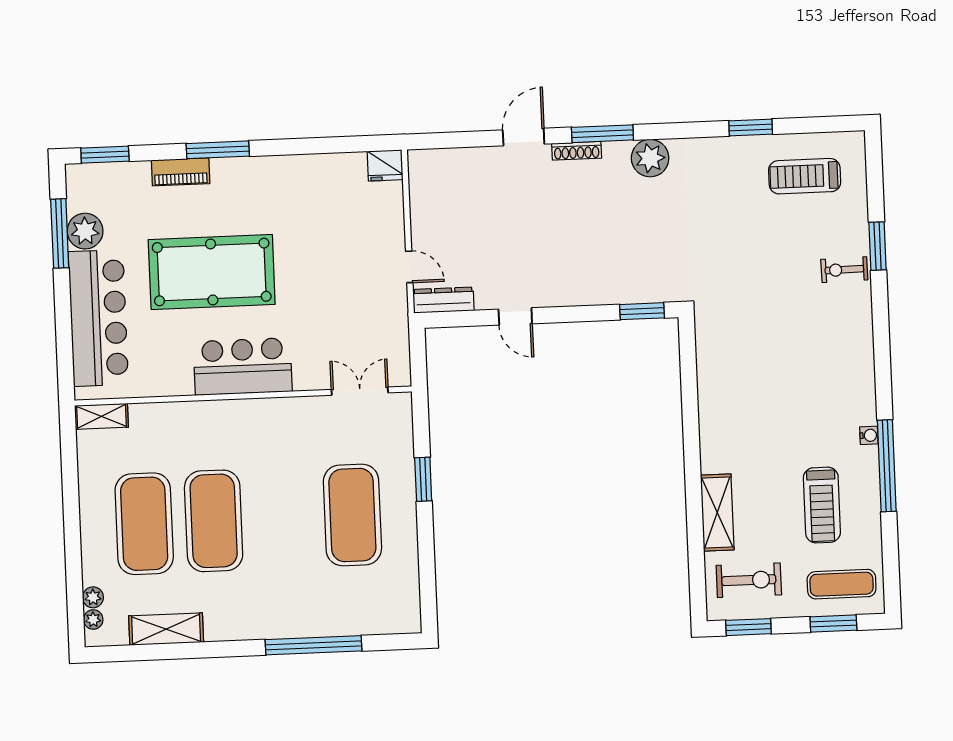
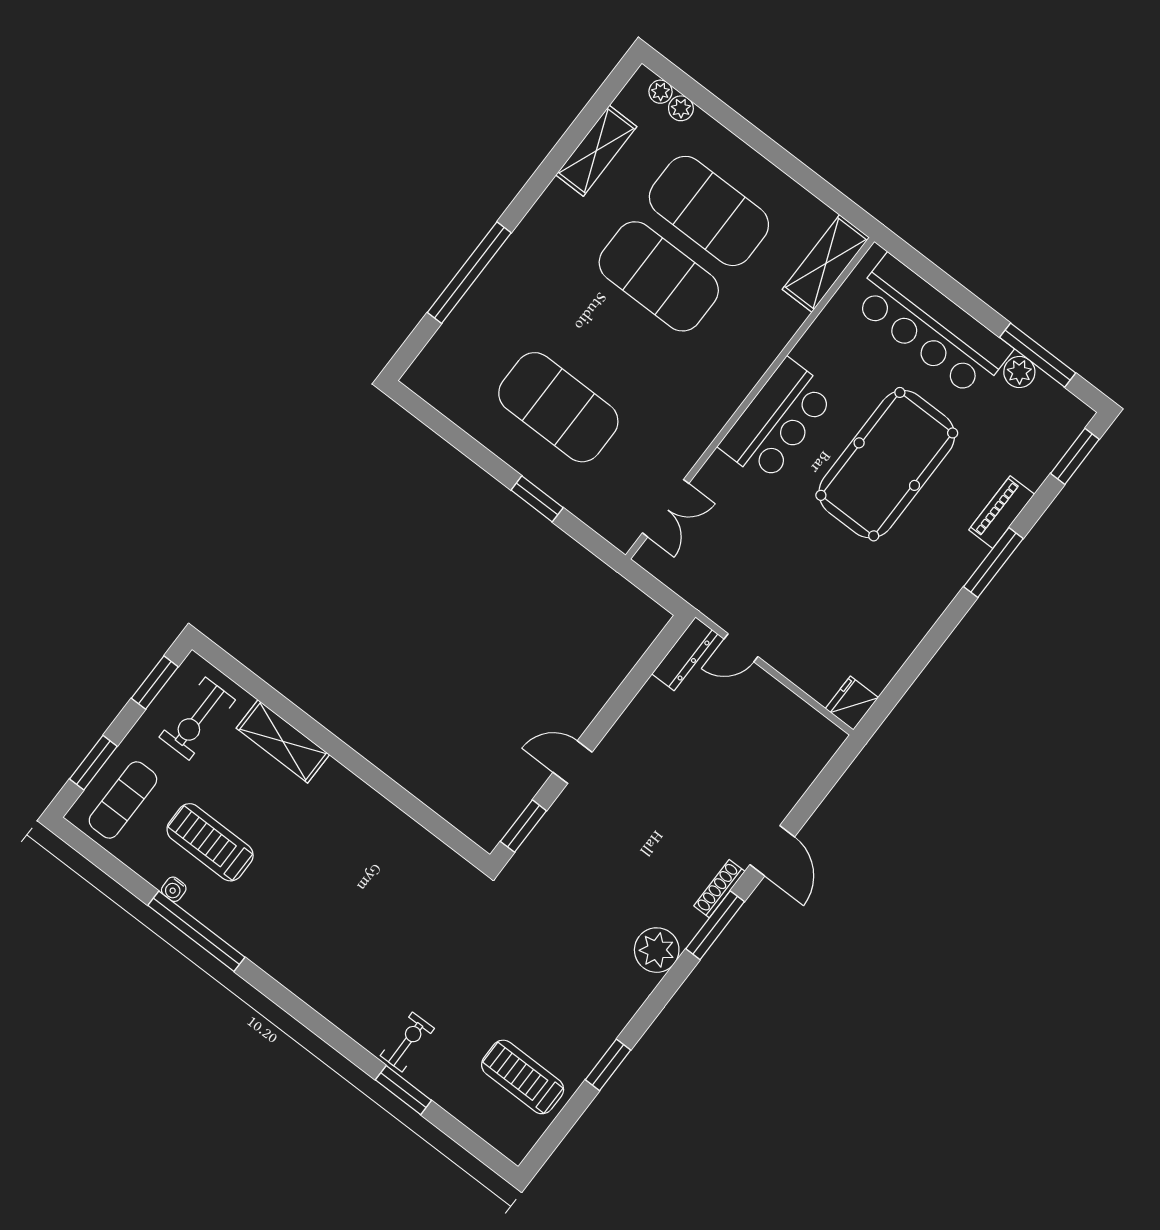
treadmill: (805, 176) -> (523, 1077), turned -90
plant: (85, 231) -> (1019, 372), width x0.73, depth x0.73
door: (515, 316) -> (573, 762), moved
shelving: (101, 416) -> (826, 263), width x1.50, depth x1.33
water cooler: (869, 435) -> (174, 889), moved

